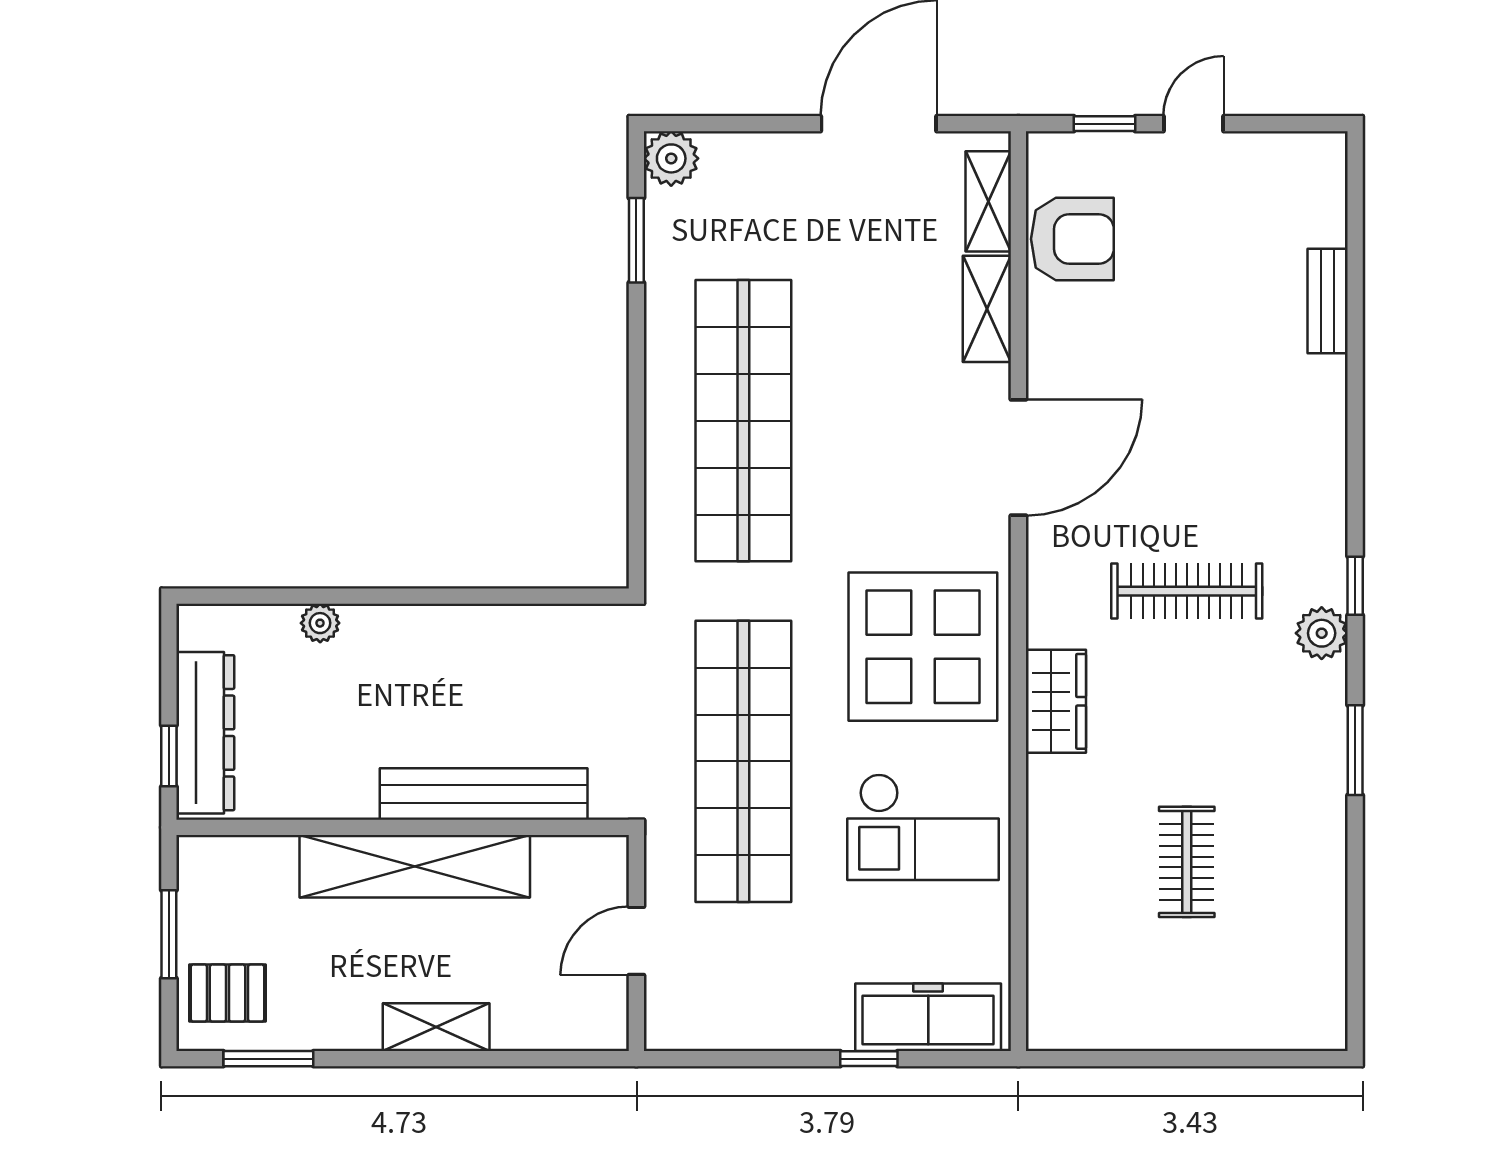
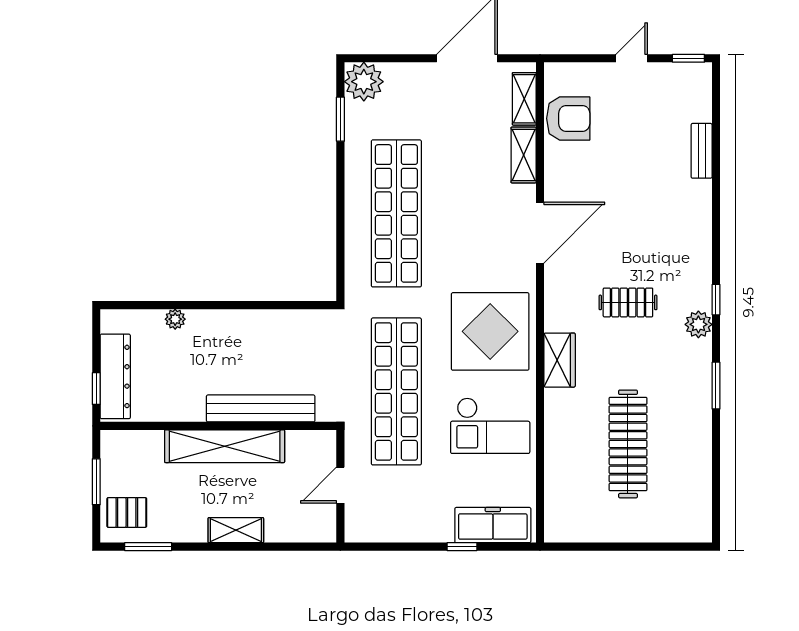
window: (1105, 124) -> (688, 58), moved
plant: (671, 158) -> (364, 82), width x1.36, depth x1.36
clothes rail: (1187, 591) -> (628, 302), width x0.73
clothes rail: (1187, 862) -> (628, 444), width x1.86, depth x1.31

